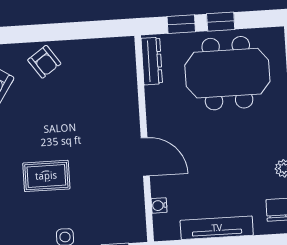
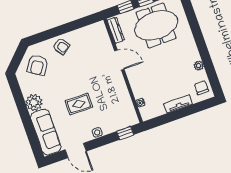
door: (145, 157) -> (119, 60), moved
tv unit: (217, 228) -> (178, 104), width x0.71

